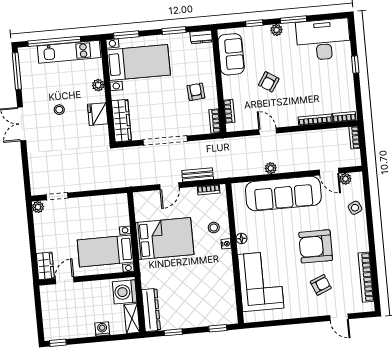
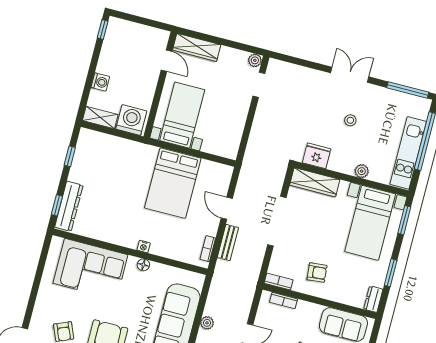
fridge: (98, 114) -> (317, 156), moved
stool: (214, 228) -> (166, 240), removed
wardrobe: (45, 266) -> (197, 47), width x1.50
dresser: (151, 310) -> (69, 206), moved, turned -90

